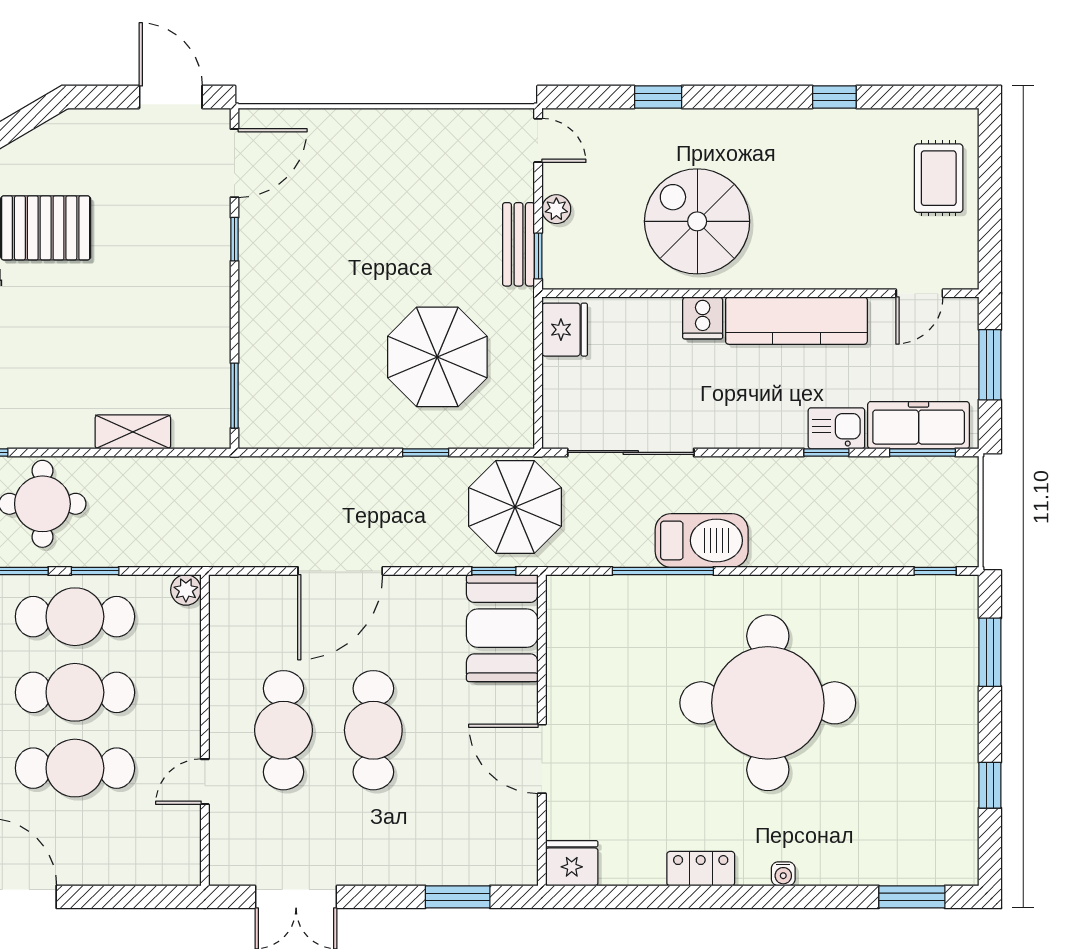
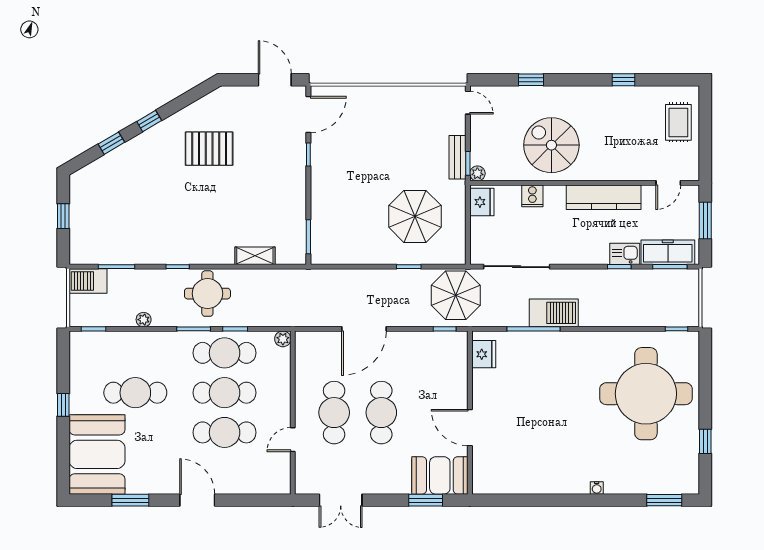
plant: (556, 209) -> (477, 173), moved
cooker: (703, 318) -> (532, 196), moved
booth: (502, 628) -> (440, 475), moved, turned 90
window: (990, 652) -> (705, 372), removed
round table: (768, 703) -> (646, 394), moved
fridge: (572, 863) -> (484, 354), moved, turned 90
locker: (701, 869) -> (553, 485), removed

